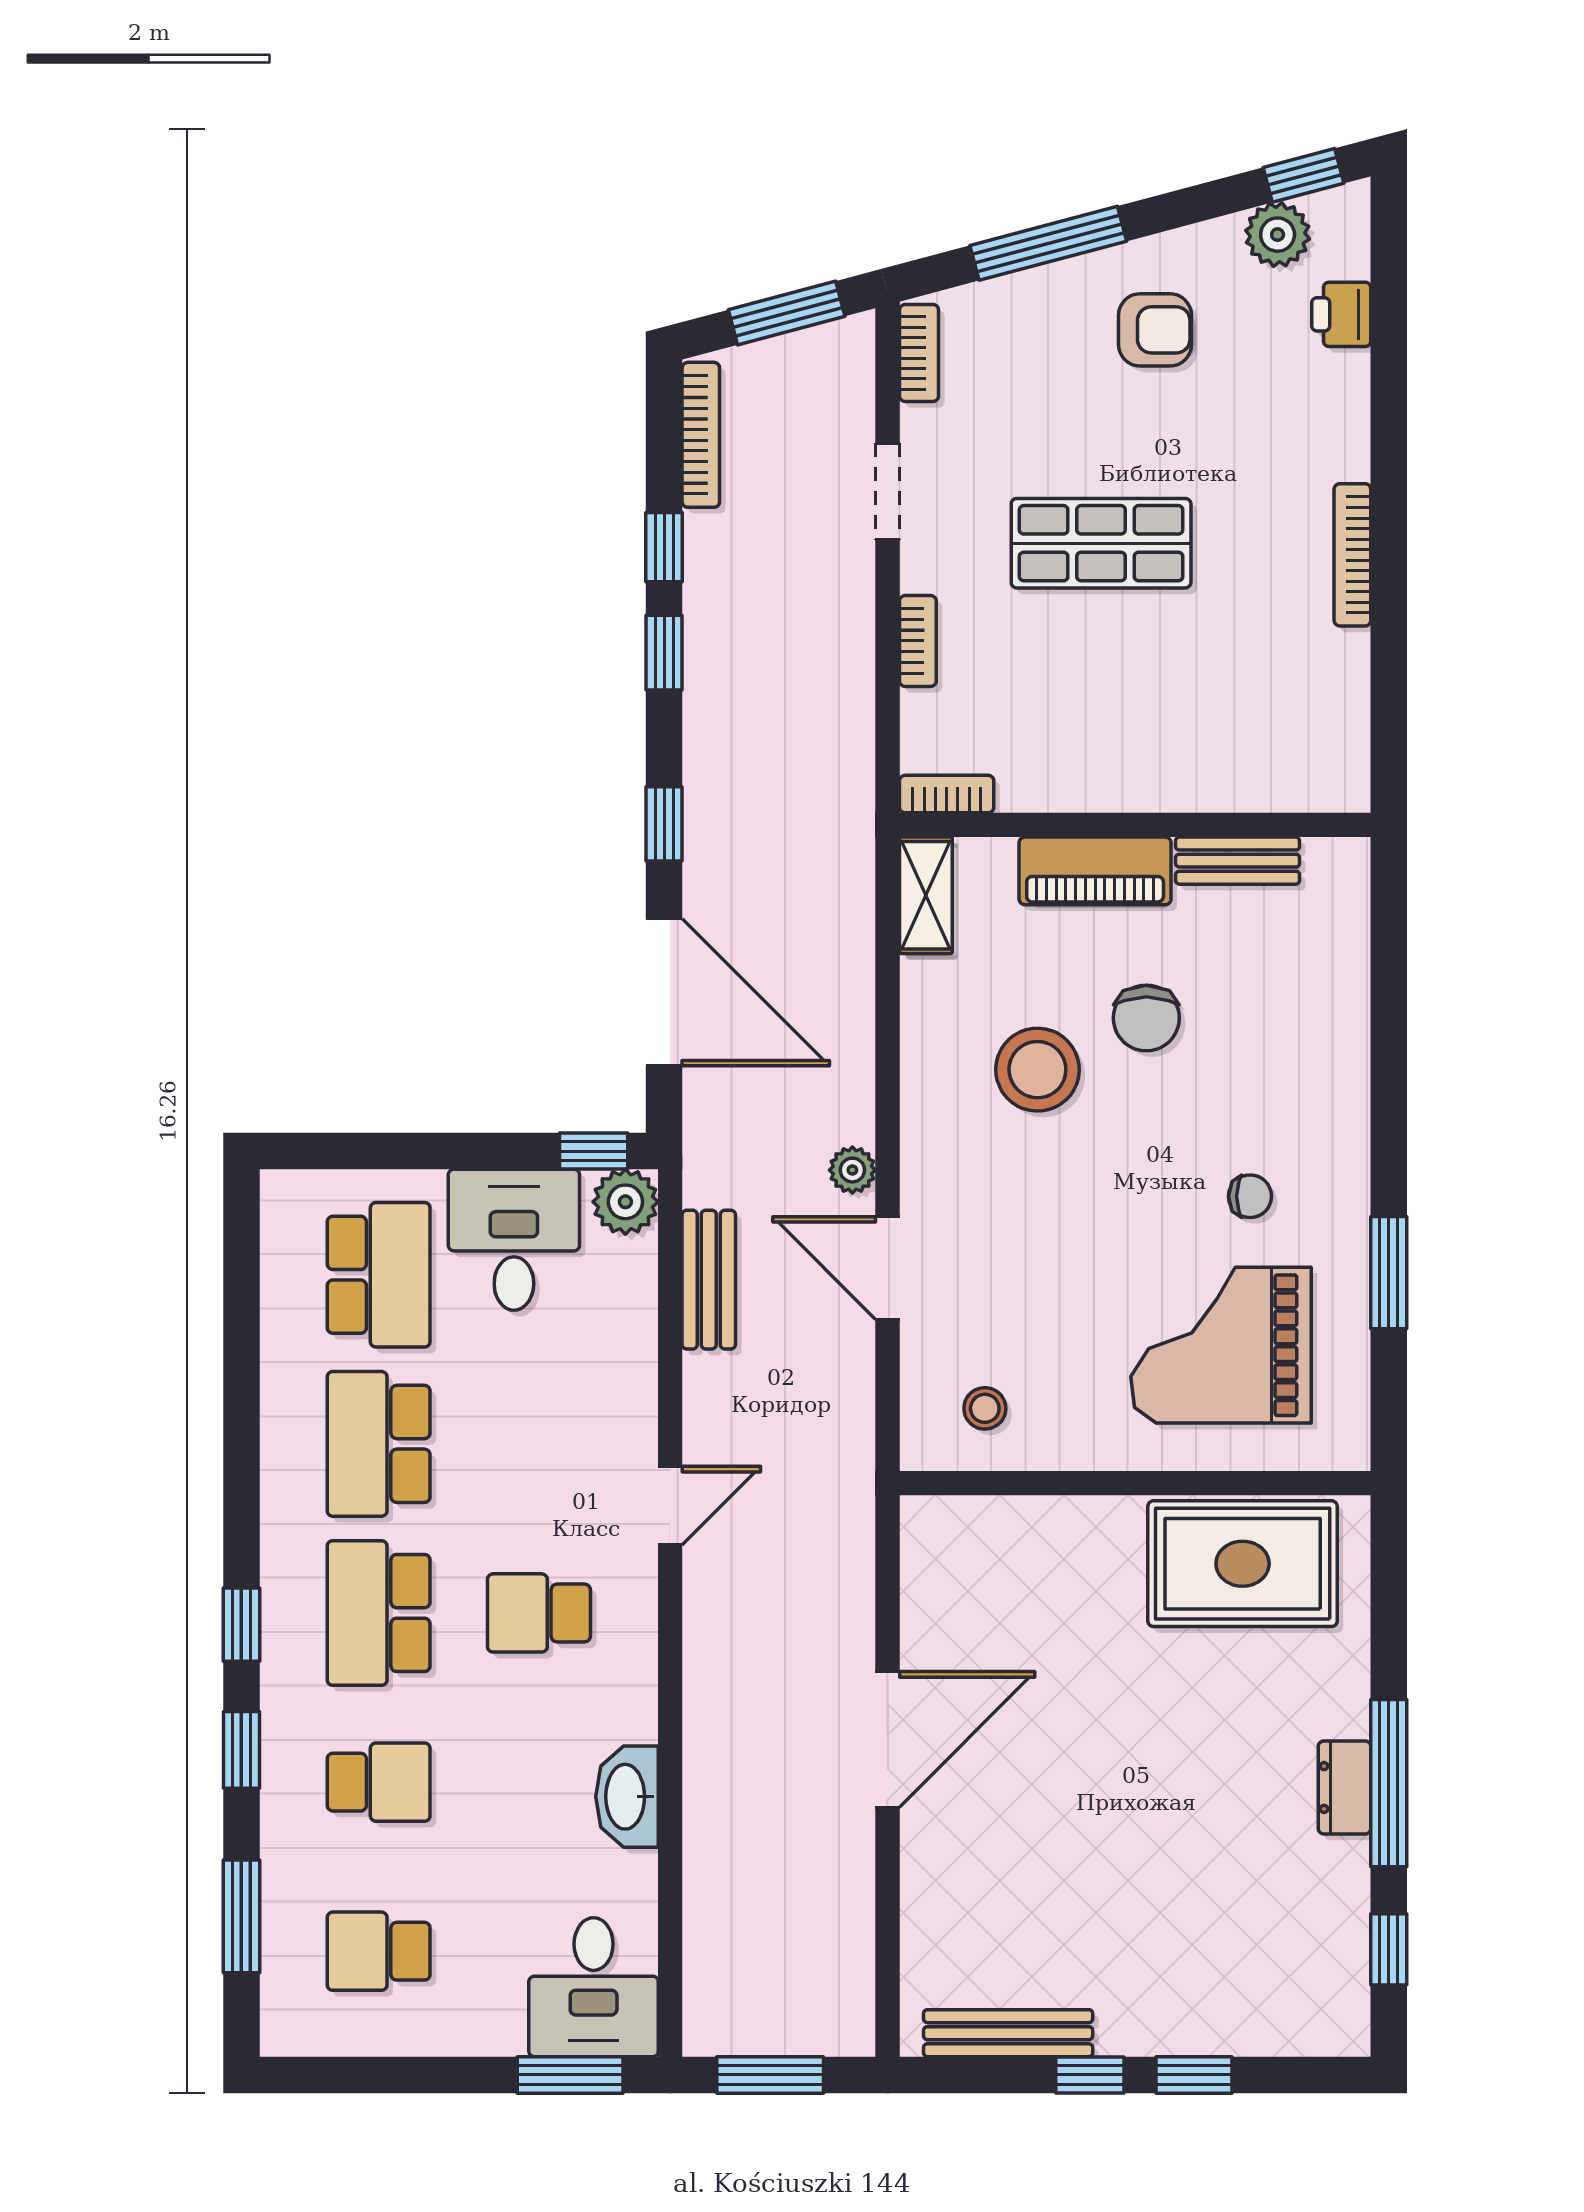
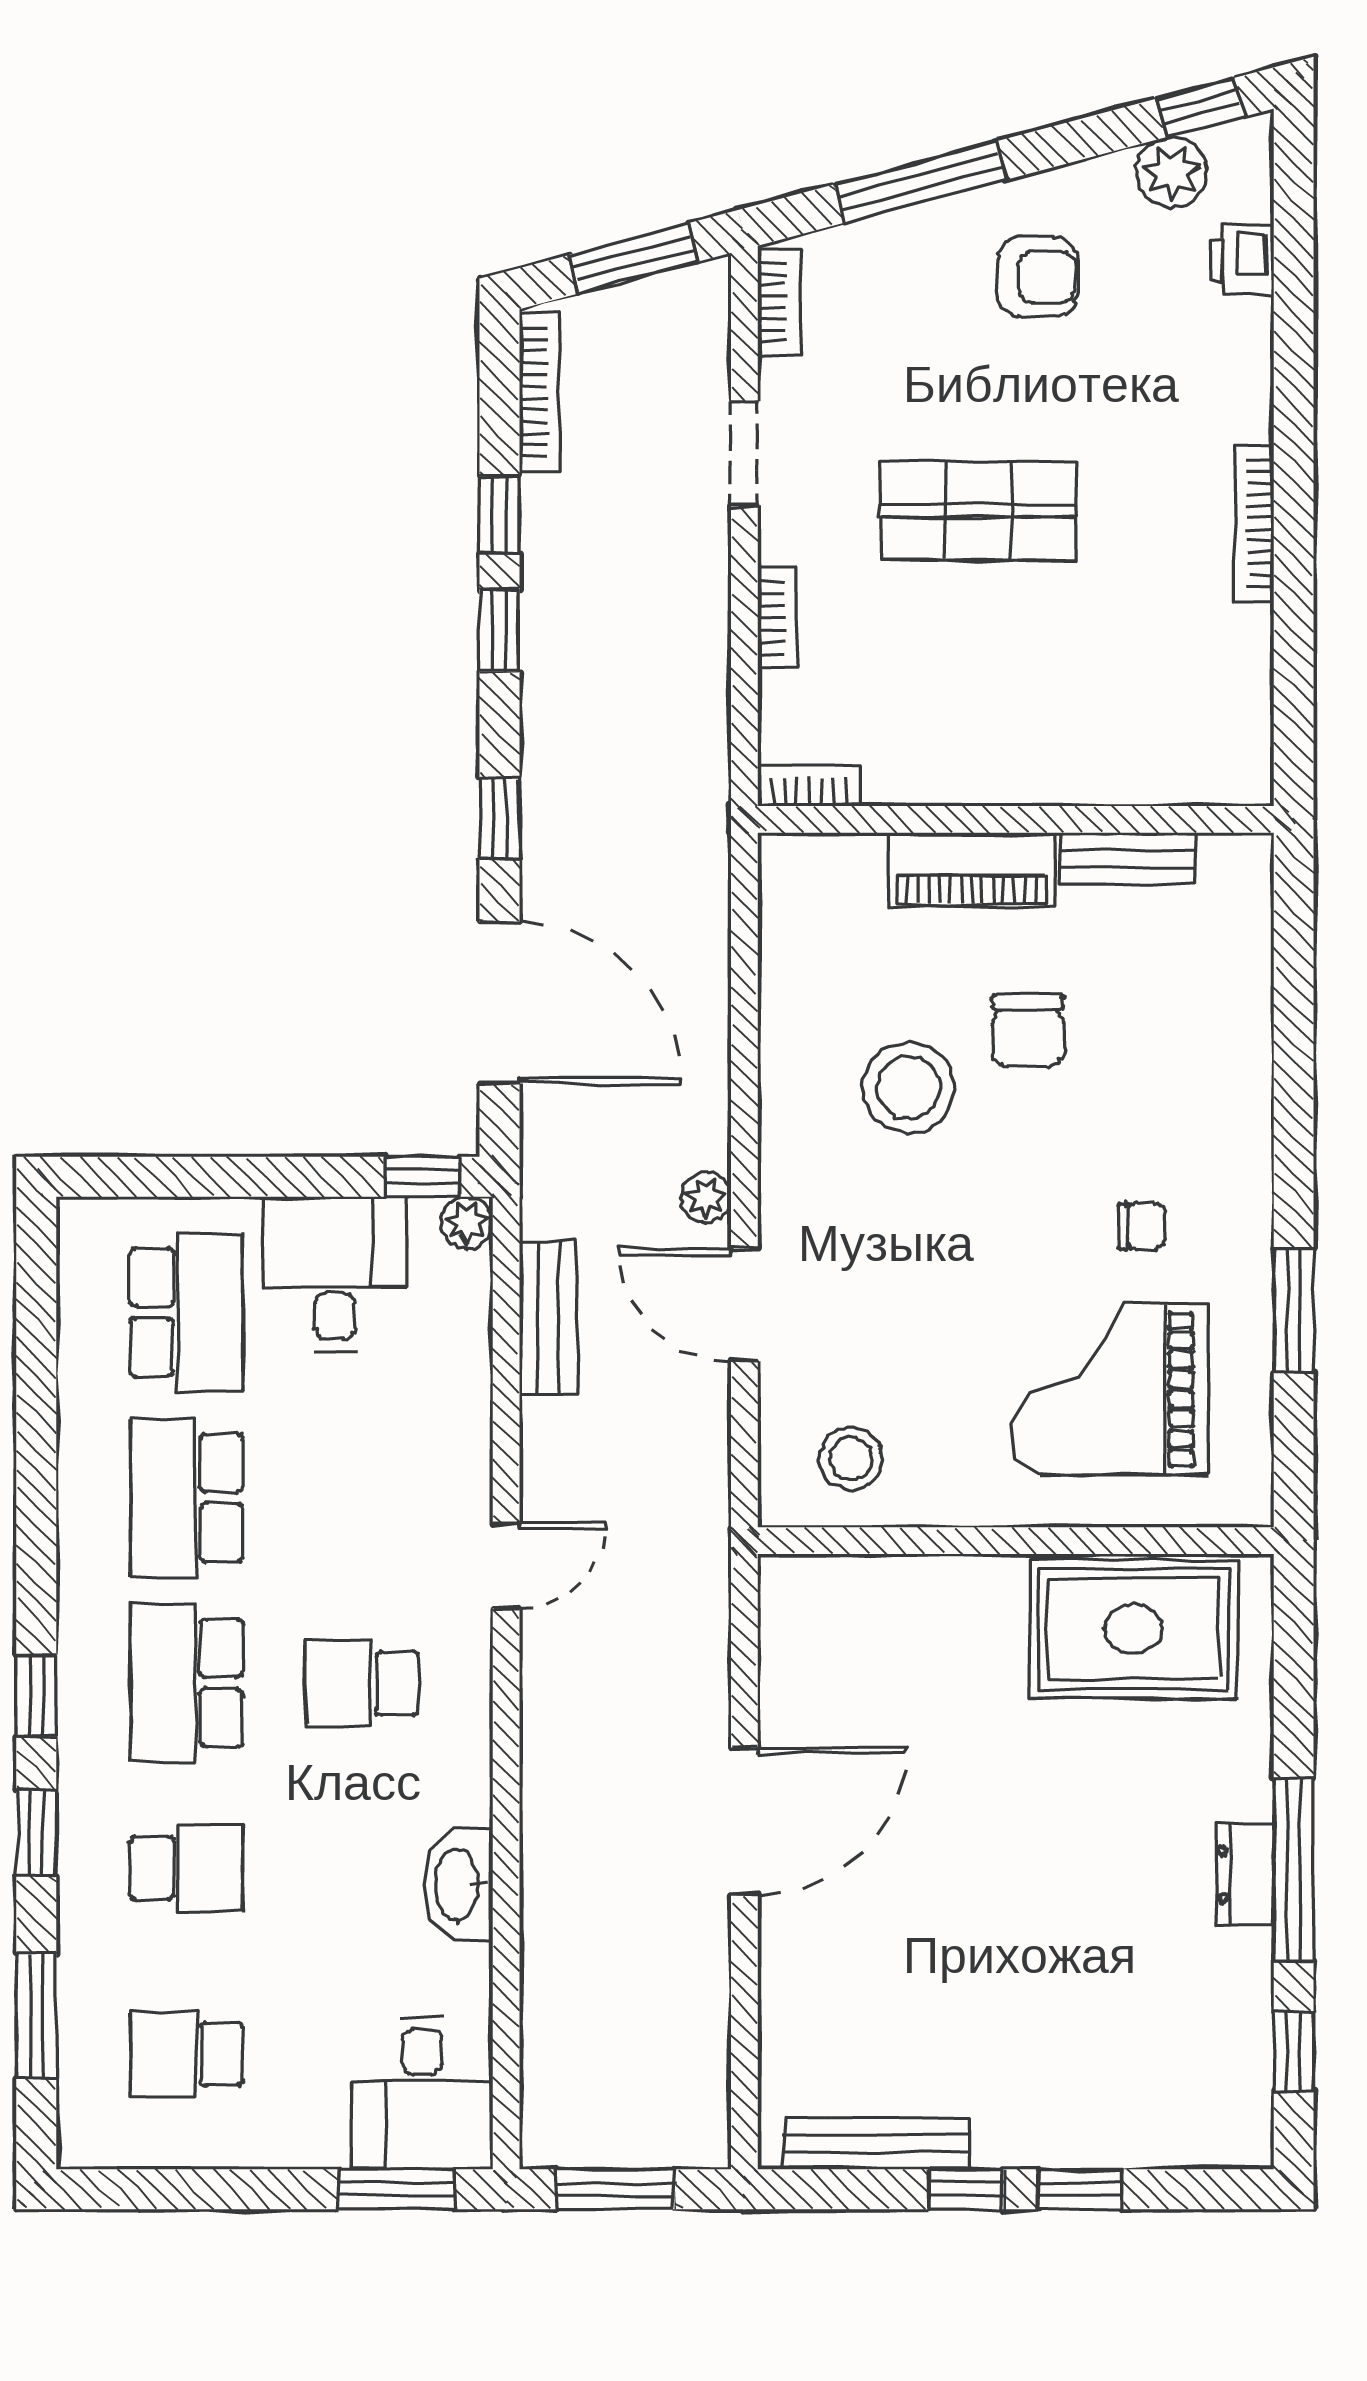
shelving: (926, 895) -> (786, 896), removed
plant: (625, 1202) -> (467, 1223), width x0.73, depth x0.73
stool: (985, 1408) -> (851, 1459), width x1.37, depth x1.37

